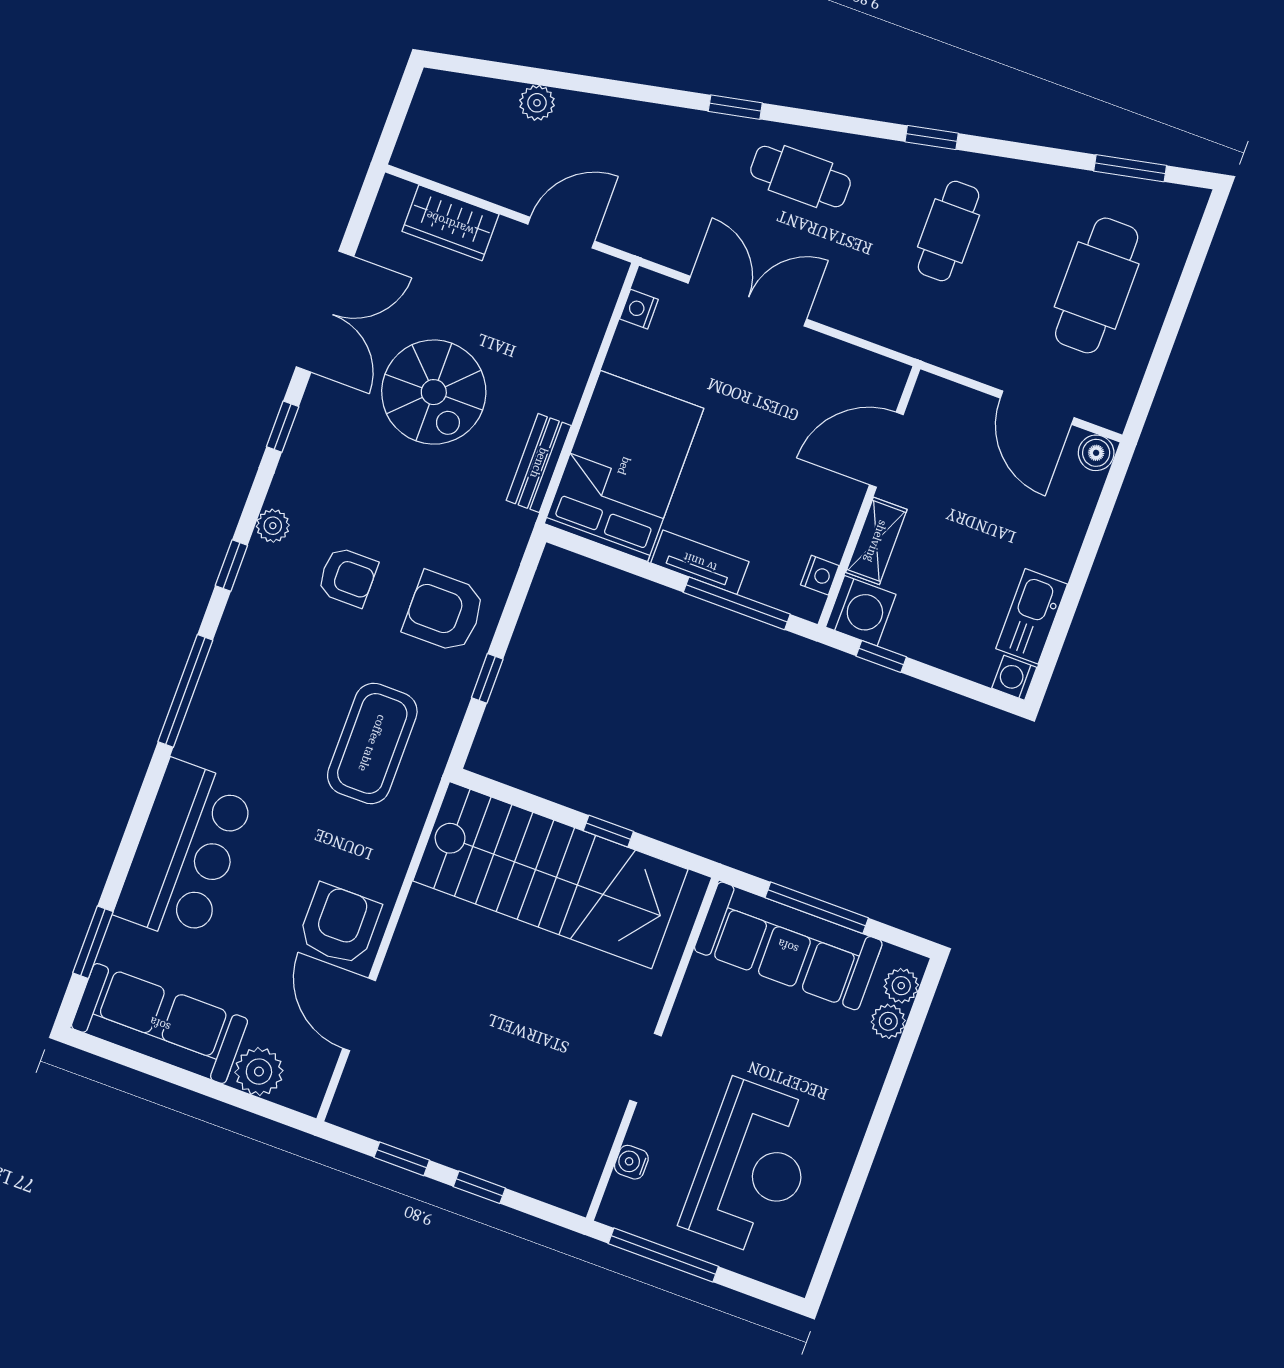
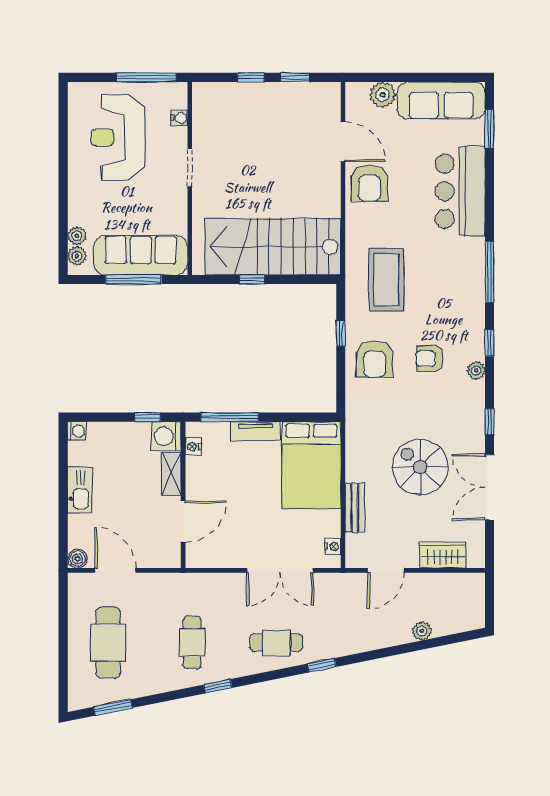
bench: (539, 463) -> (355, 508), moved
armchair: (444, 612) -> (375, 359), turned 90
kitchen sink: (1032, 616) -> (80, 490), moved

